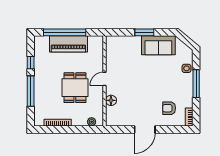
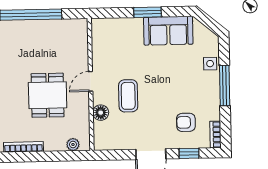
piano: (68, 44) -> (37, 31), removed
coffee table: (130, 89) -> (128, 96), added
window: (171, 129) -> (189, 153), added

